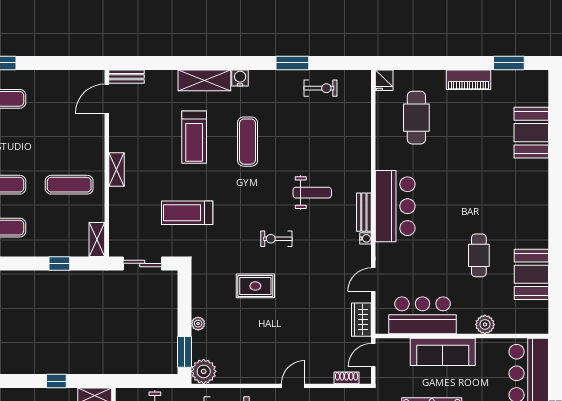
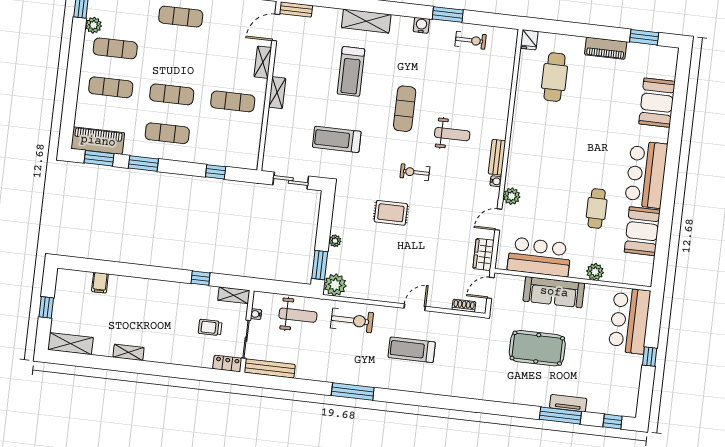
water cooler: (240, 78) -> (421, 25), moved
exercise mat: (248, 142) -> (405, 109), moved
bar counter: (395, 206) -> (646, 174), moved, turned 180
shelving: (97, 239) -> (263, 62), moved
plant: (385, 253) -> (512, 196), added

